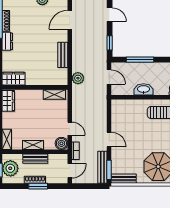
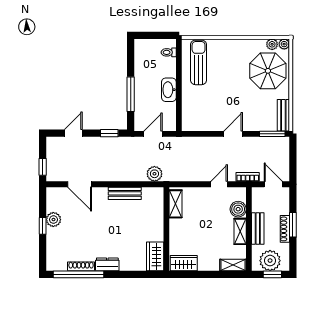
boiler: (61, 143) -> (238, 209), moved
bench: (102, 167) -> (269, 142), removed

